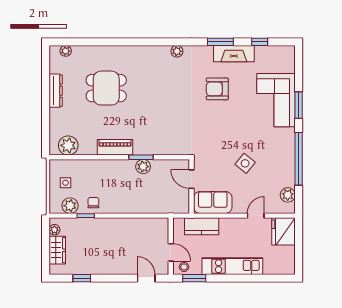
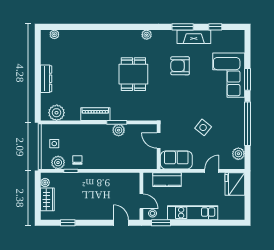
dining table: (106, 88) -> (133, 74), moved, turned 90
dresser: (56, 91) -> (46, 79), moved

